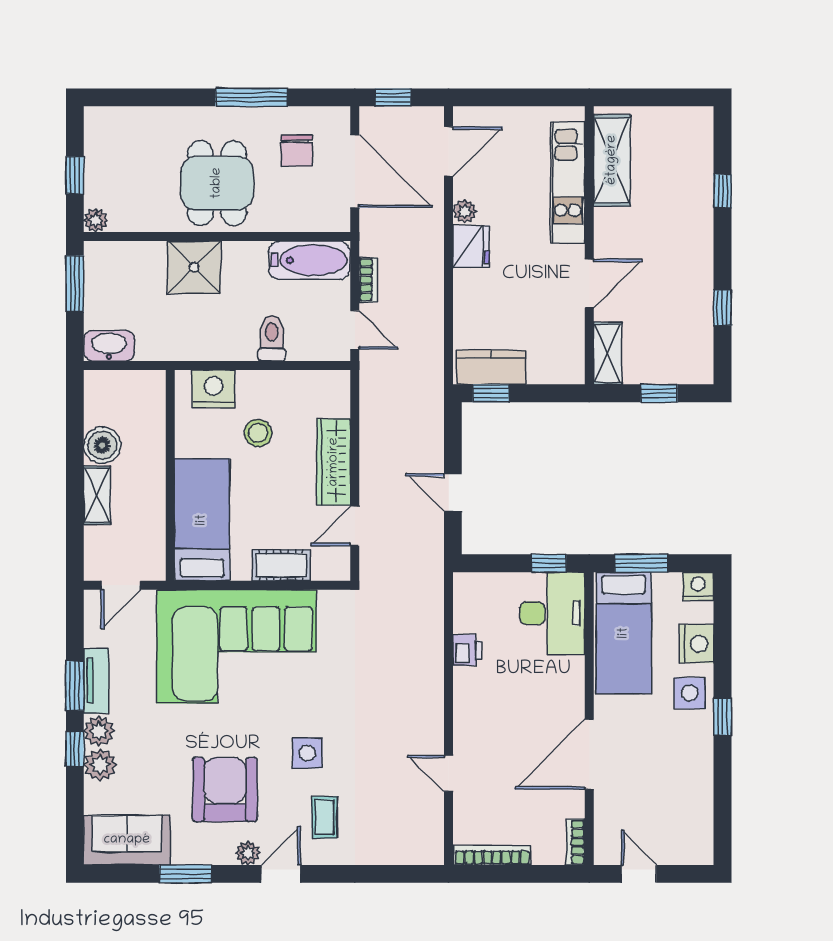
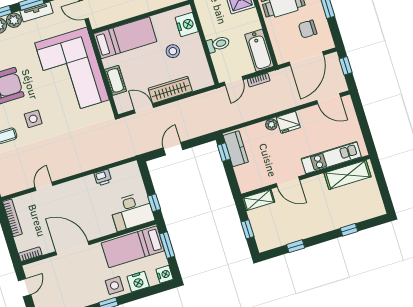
plant: (465, 211) -> (271, 124), moved

